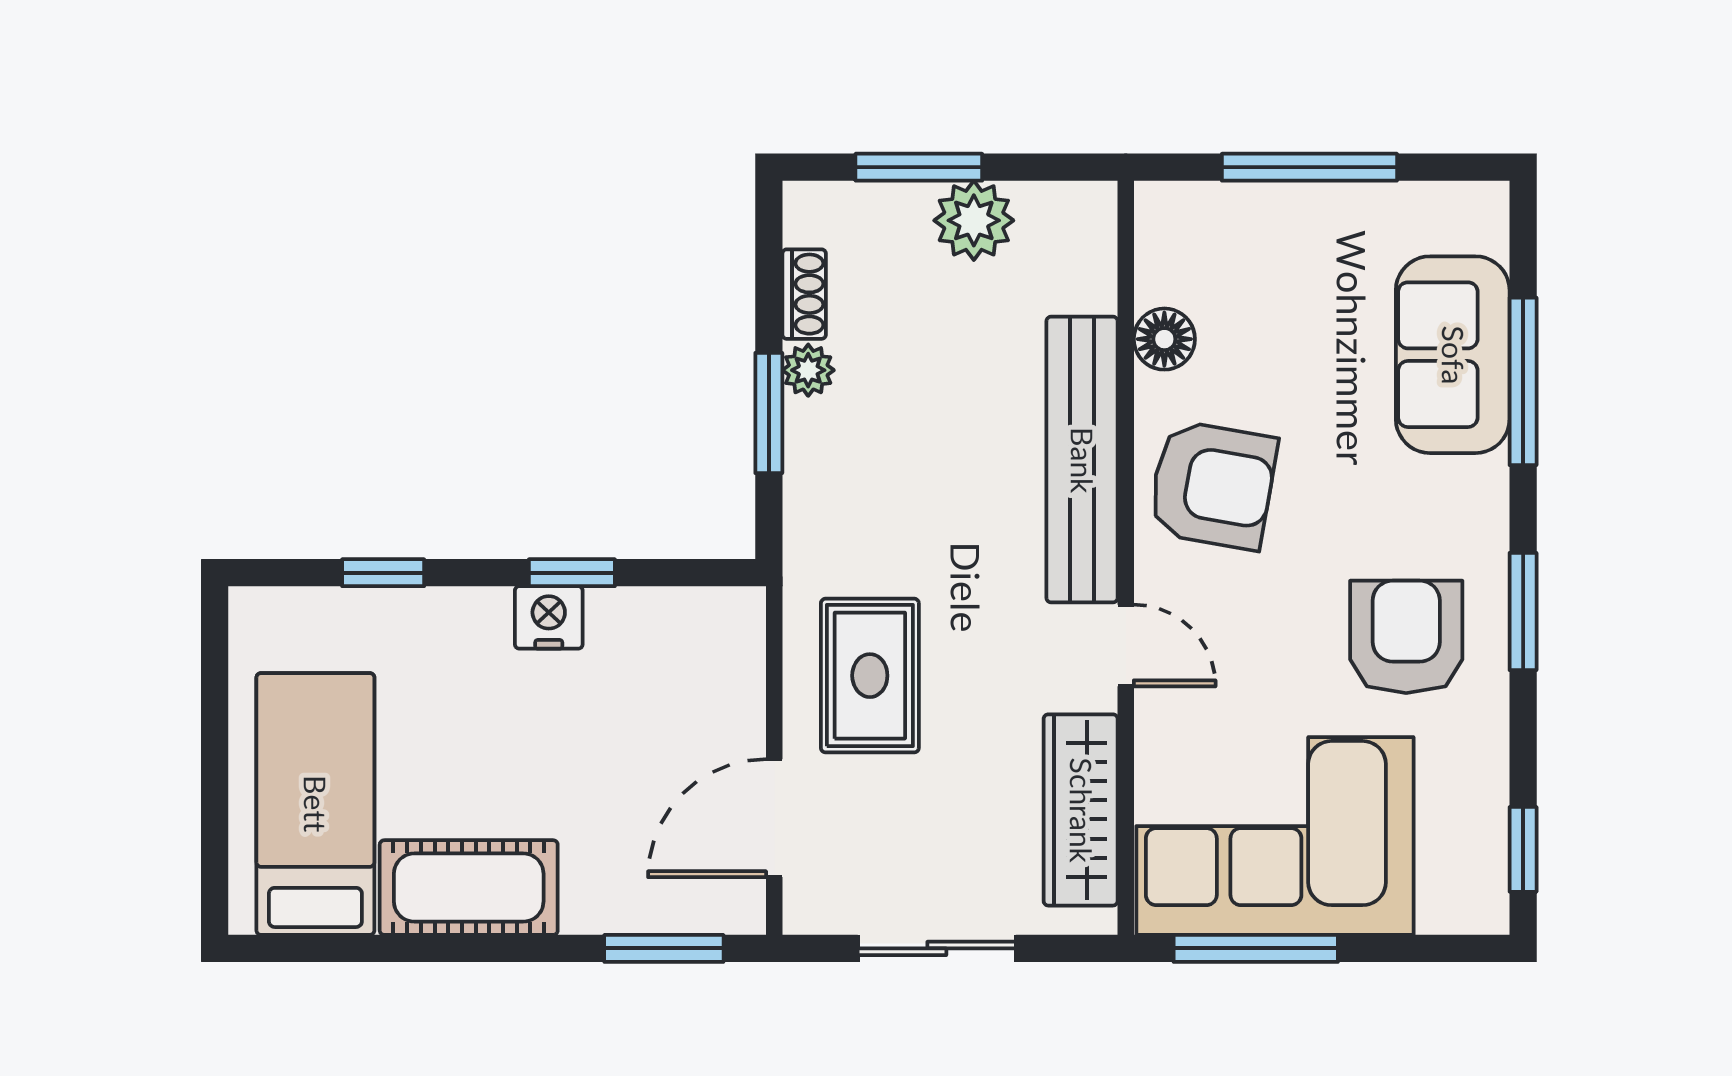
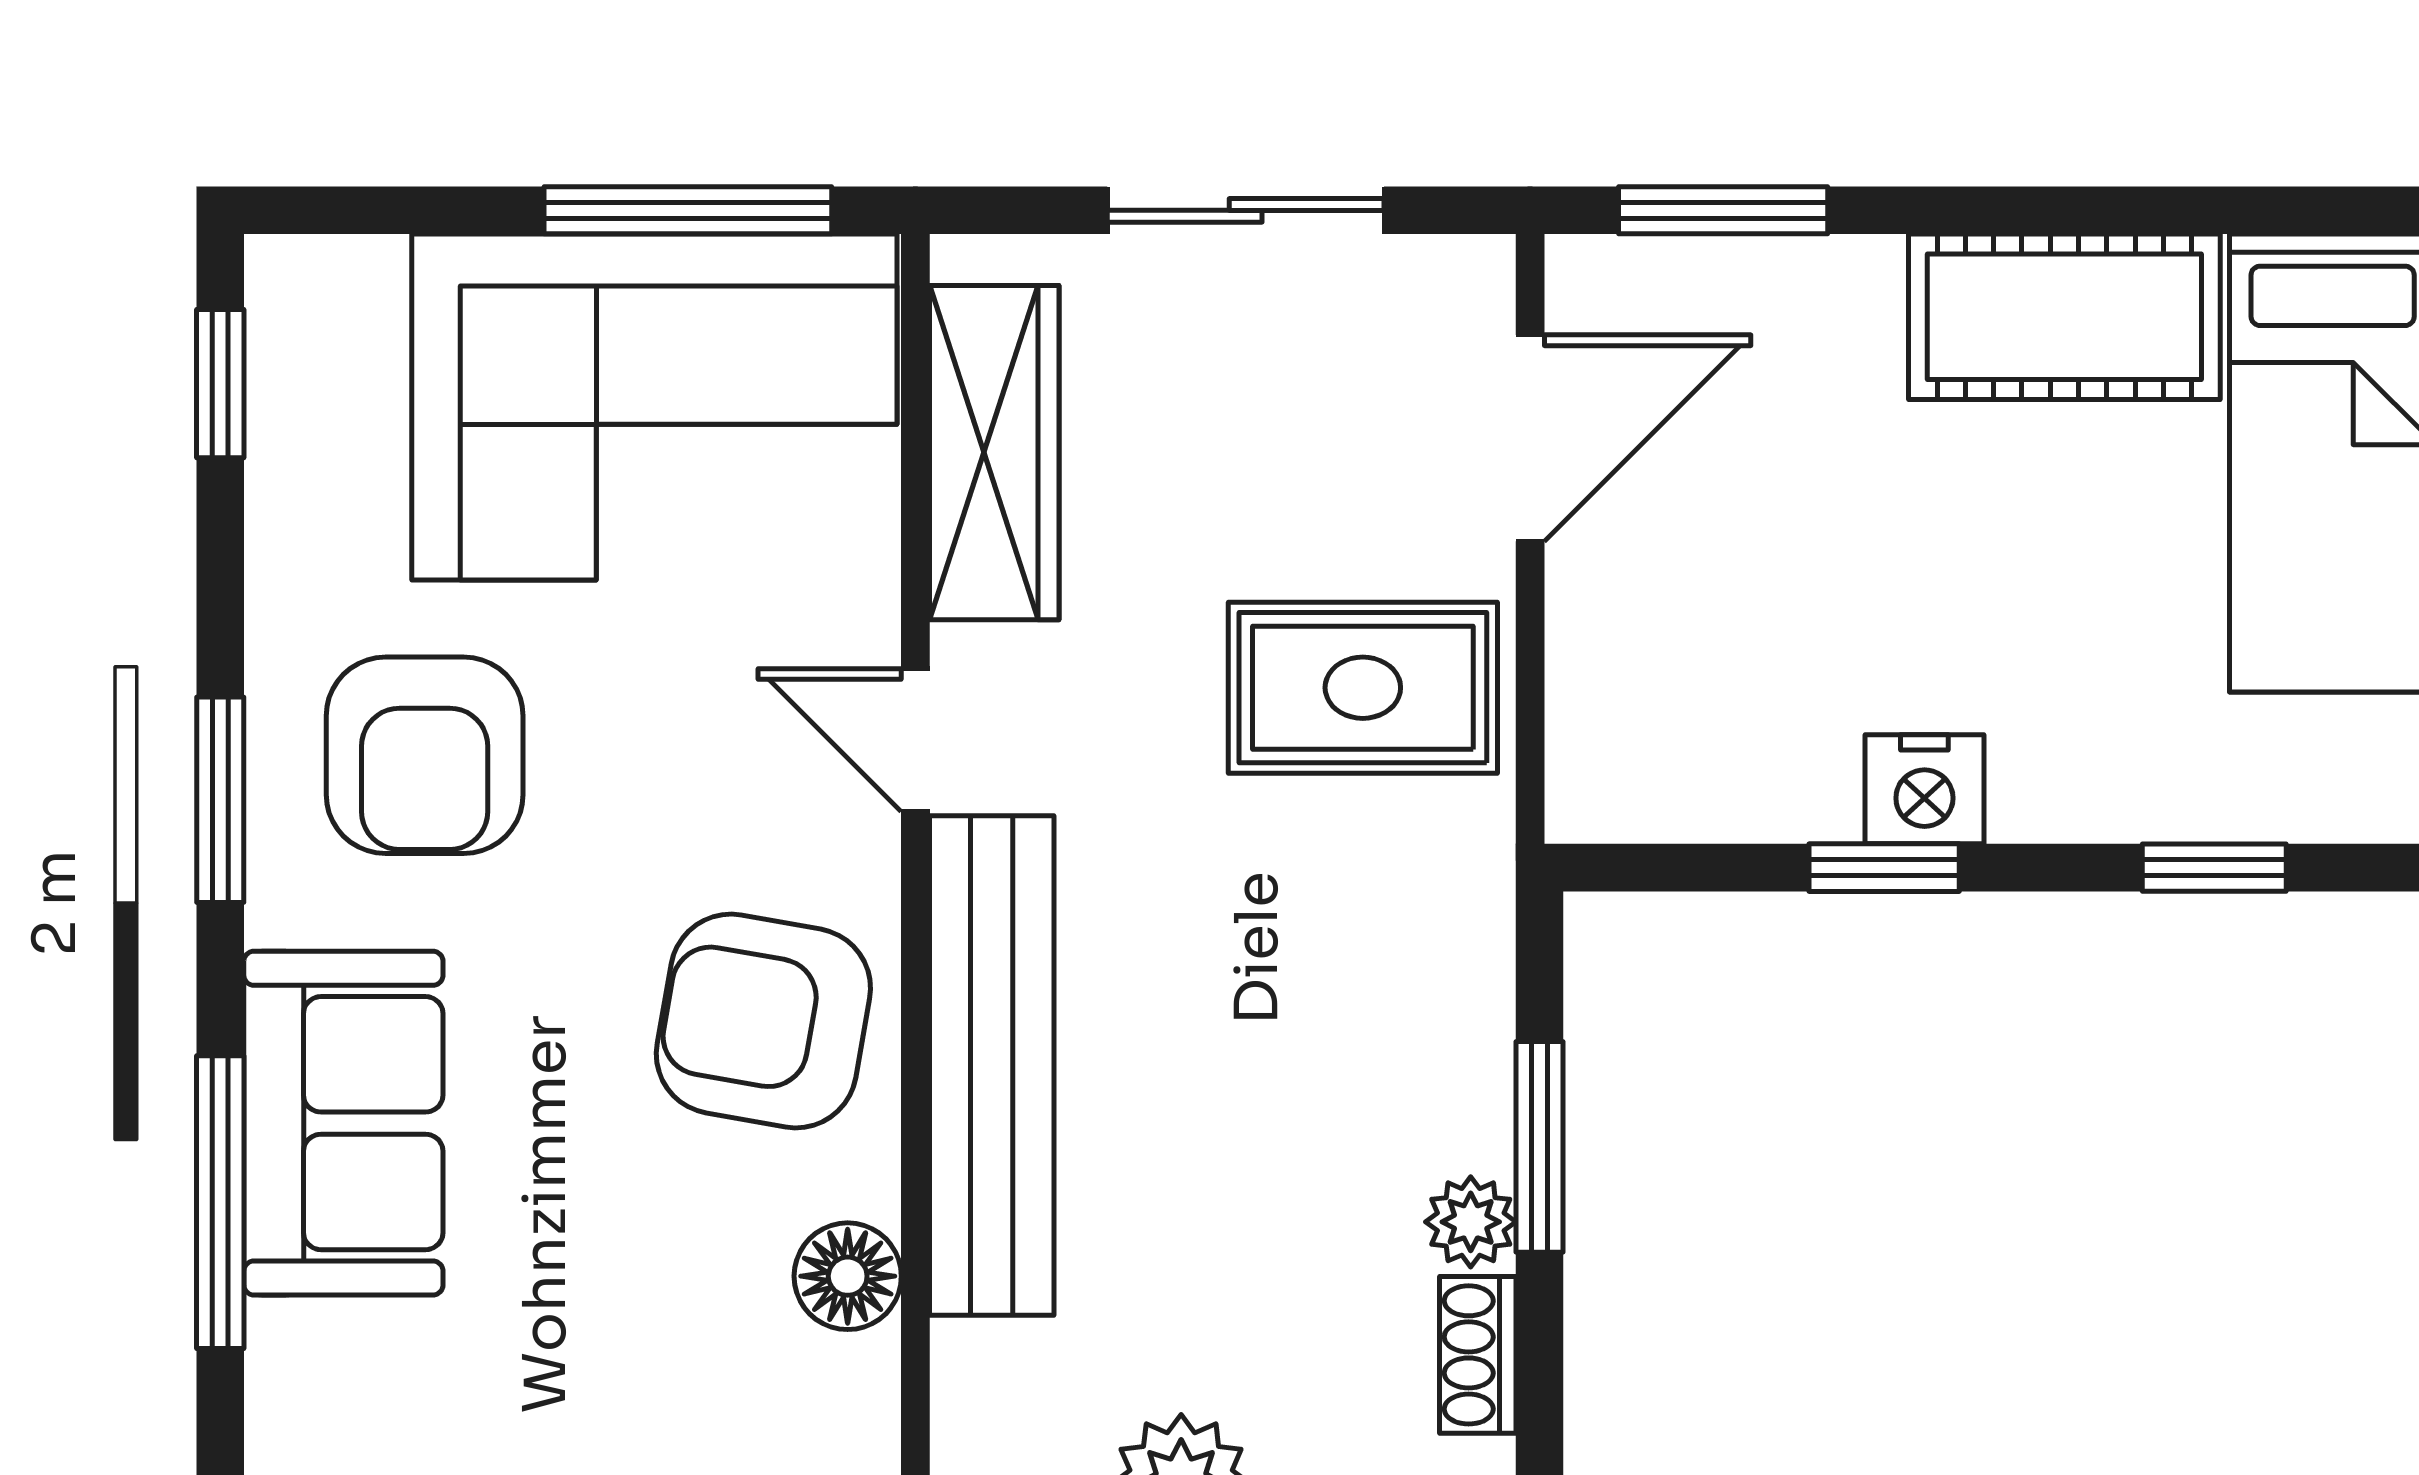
sofa: (1453, 355) -> (343, 1123), moved
rug: (870, 676) -> (1363, 688), turned 90

